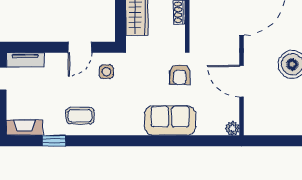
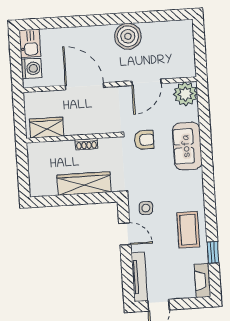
tv unit: (25, 60) -> (139, 277), width x1.41
coffee table: (80, 116) -> (188, 230), width x1.36, depth x1.30
plant: (232, 128) -> (185, 94), width x1.88, depth x1.88

